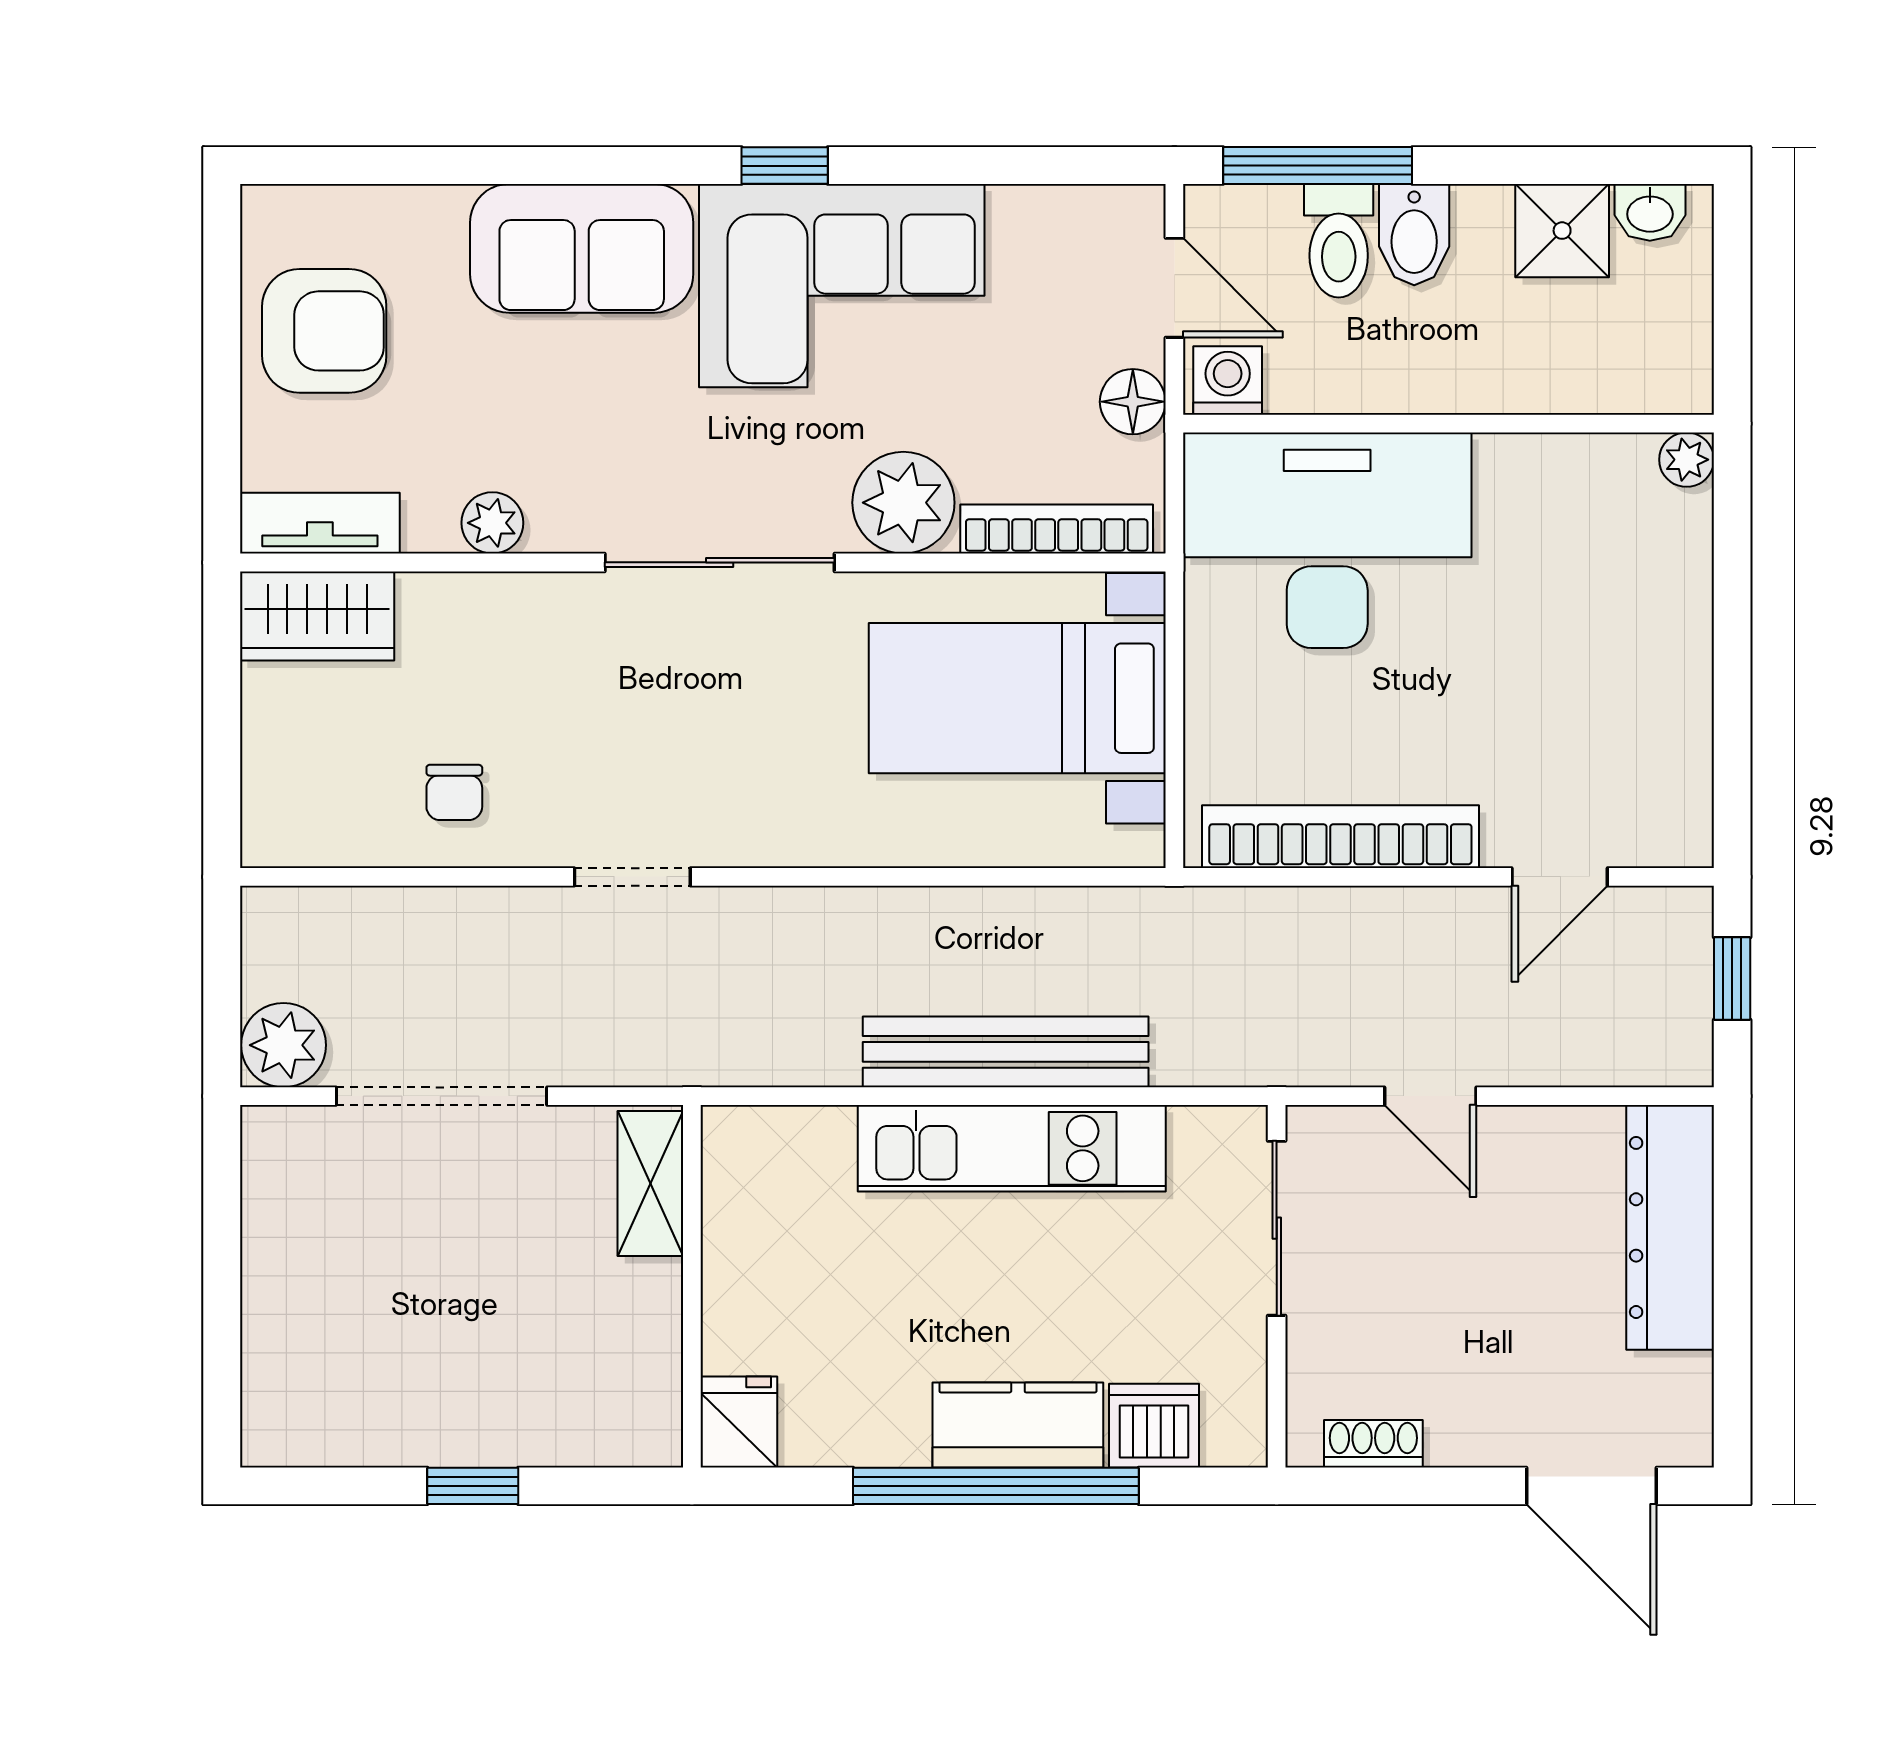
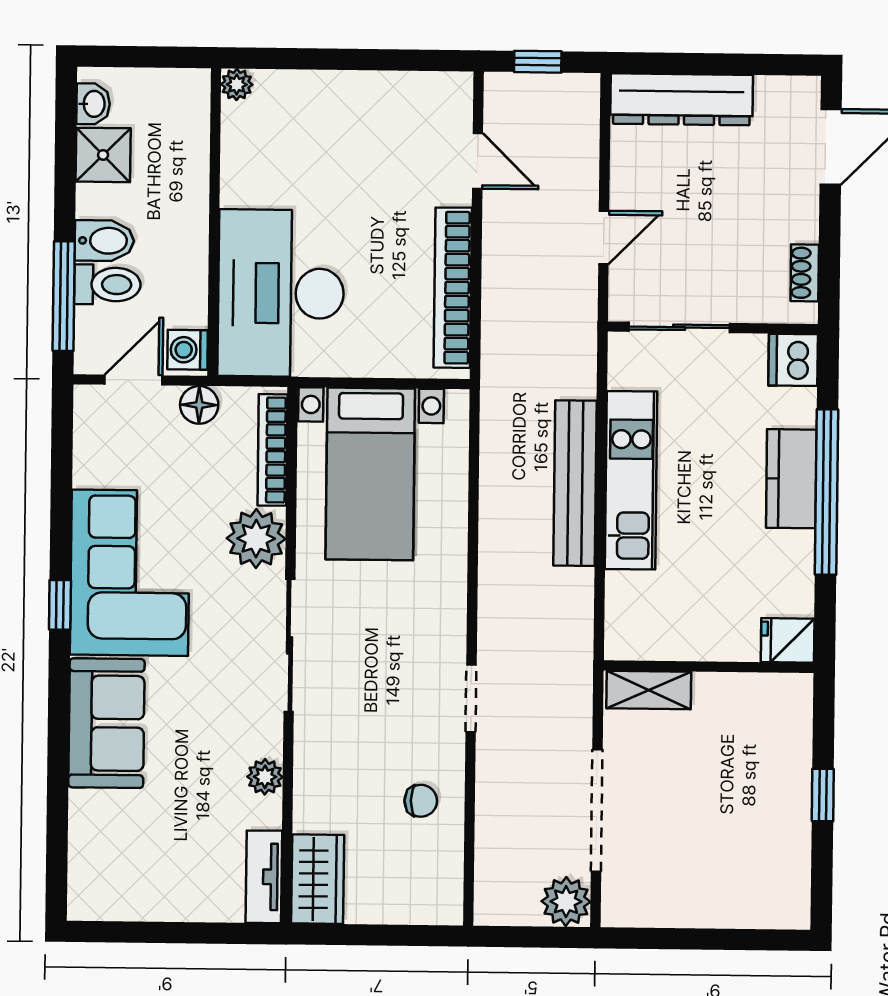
armchair: (324, 331) -> (152, 873), removed
dishwasher: (1154, 1426) -> (793, 360), moved

